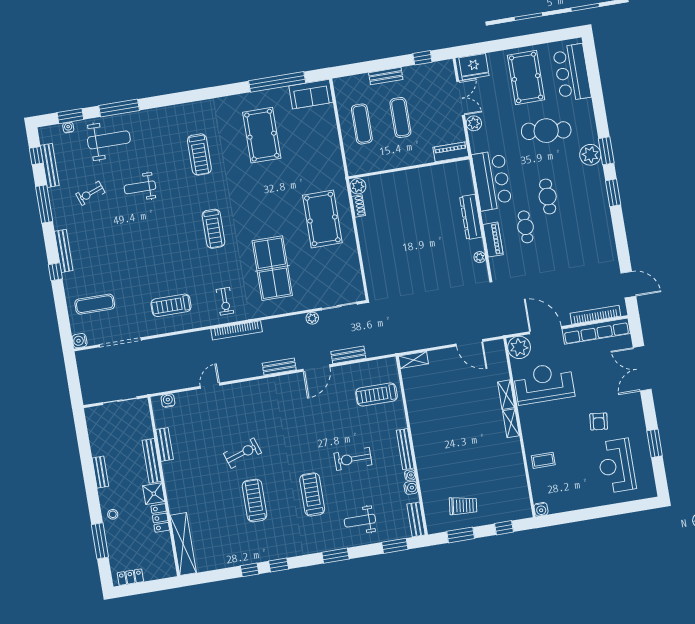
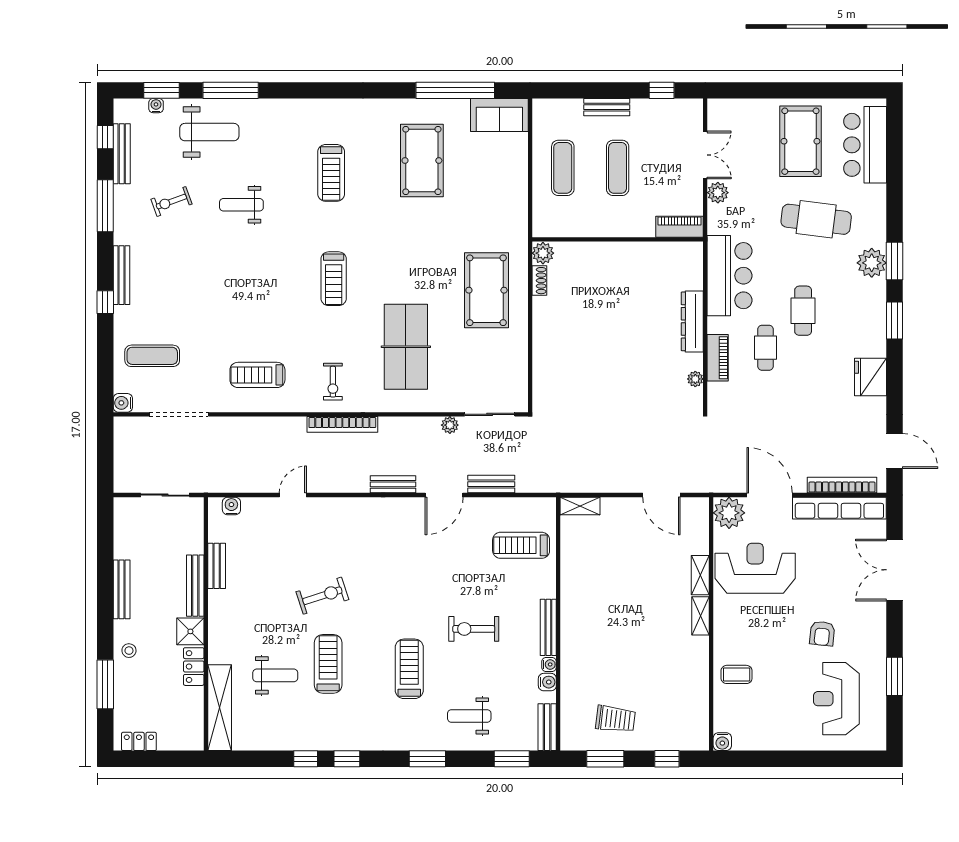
fridge: (474, 67) -> (870, 377), moved, turned 90
bench: (100, 472) -> (122, 589), width x1.36
weight bench: (219, 515) -> (275, 675), added

